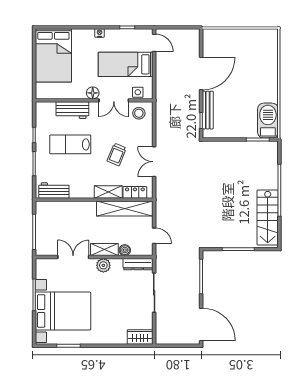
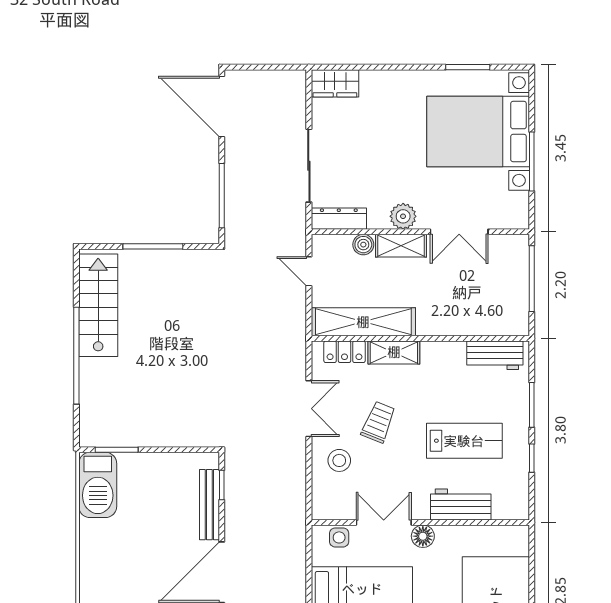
stool: (139, 113) -> (339, 460), moved

